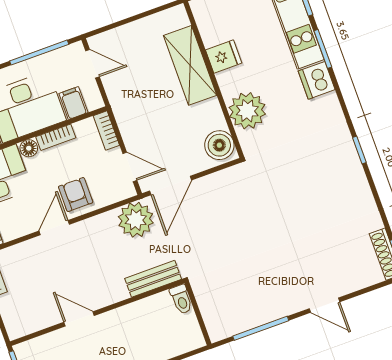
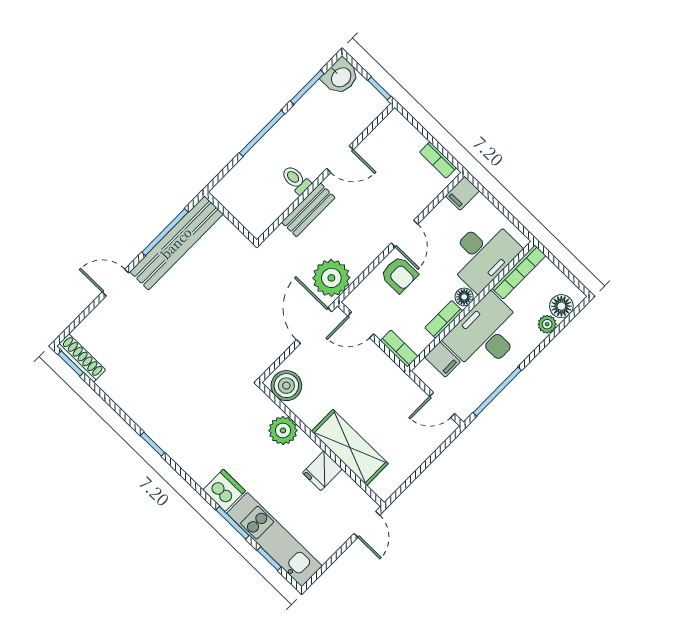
plant: (247, 111) -> (283, 430), width x0.73, depth x0.73
bench: (153, 279) -> (308, 210), moved
toilet: (181, 299) -> (296, 180), moved
bench: (255, 314) -> (176, 243), added

